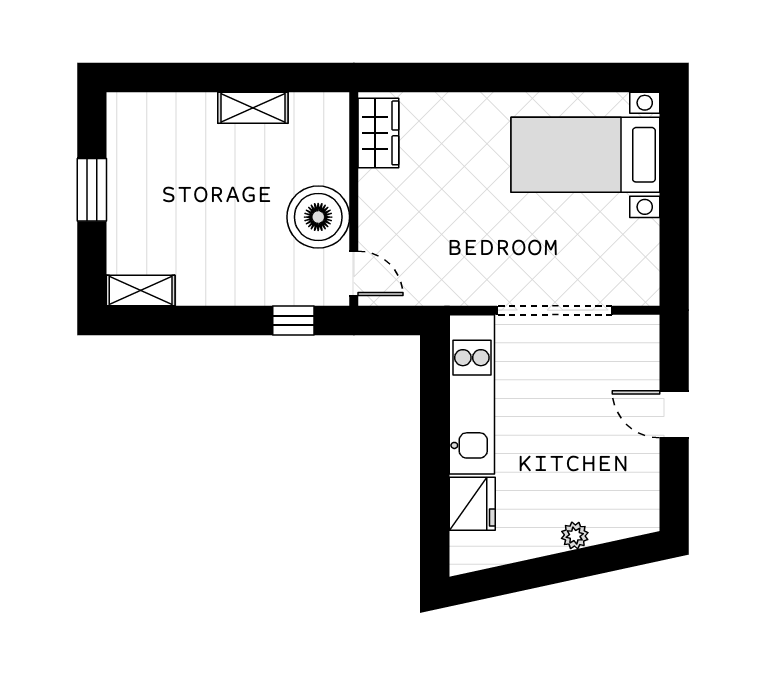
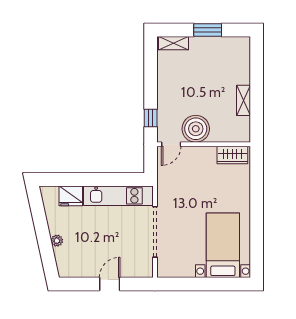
shelving: (141, 290) -> (174, 43), moved, turned 90

